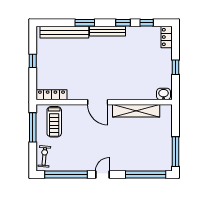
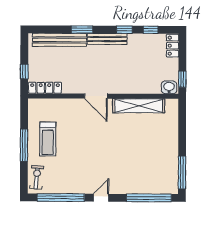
washbasin: (164, 94) -> (169, 87), moved
locker: (51, 95) -> (45, 88), moved
door: (98, 102) -> (96, 96), moved
wall: (104, 102) -> (103, 96), moved
shelving: (136, 111) -> (139, 106), moved

